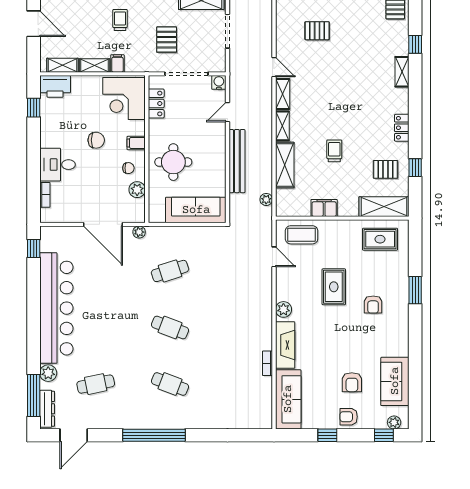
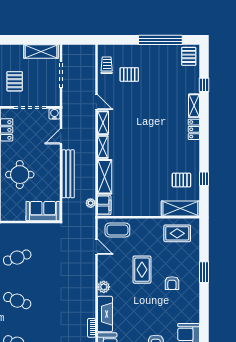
locker: (402, 128) -> (194, 129), moved
trolley: (334, 151) -> (107, 65), moved
filing cabinet: (324, 208) -> (104, 205), moved, turned 90
sofa: (196, 210) -> (43, 211), width x0.73

